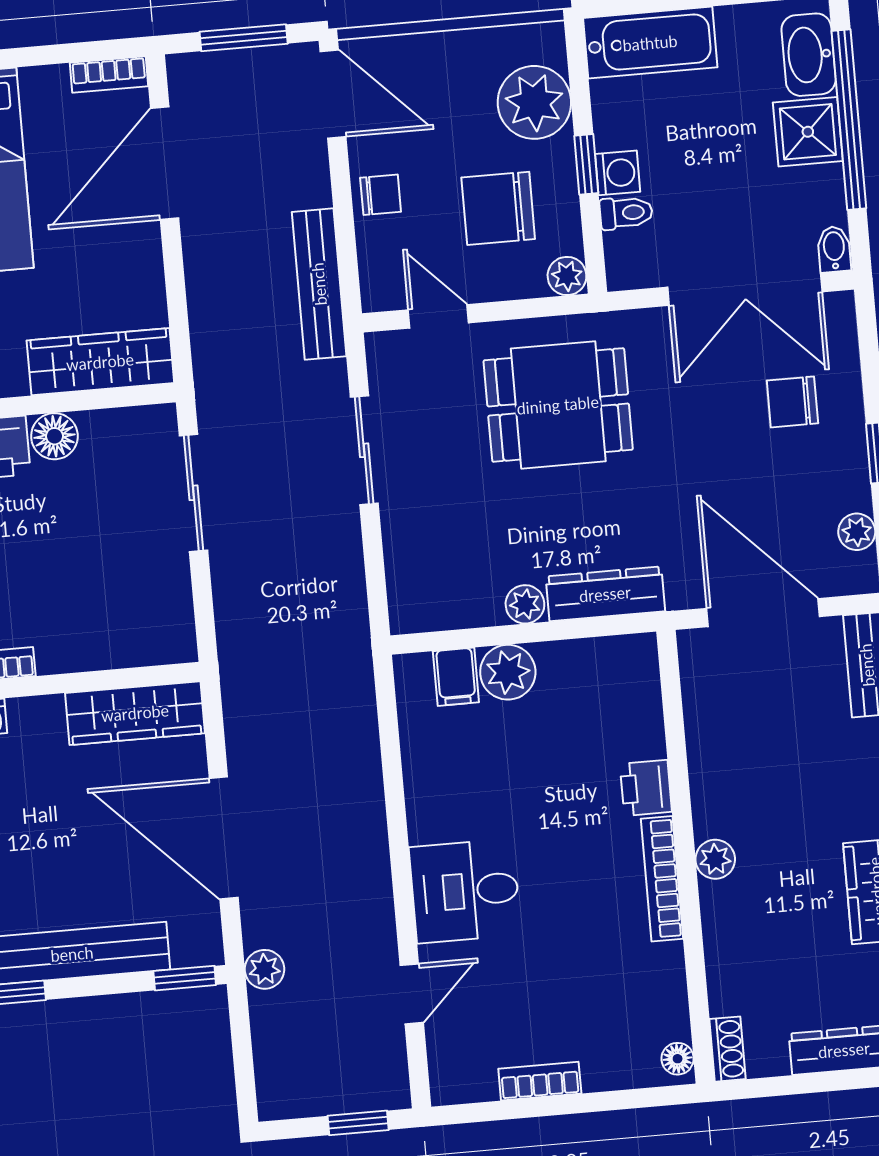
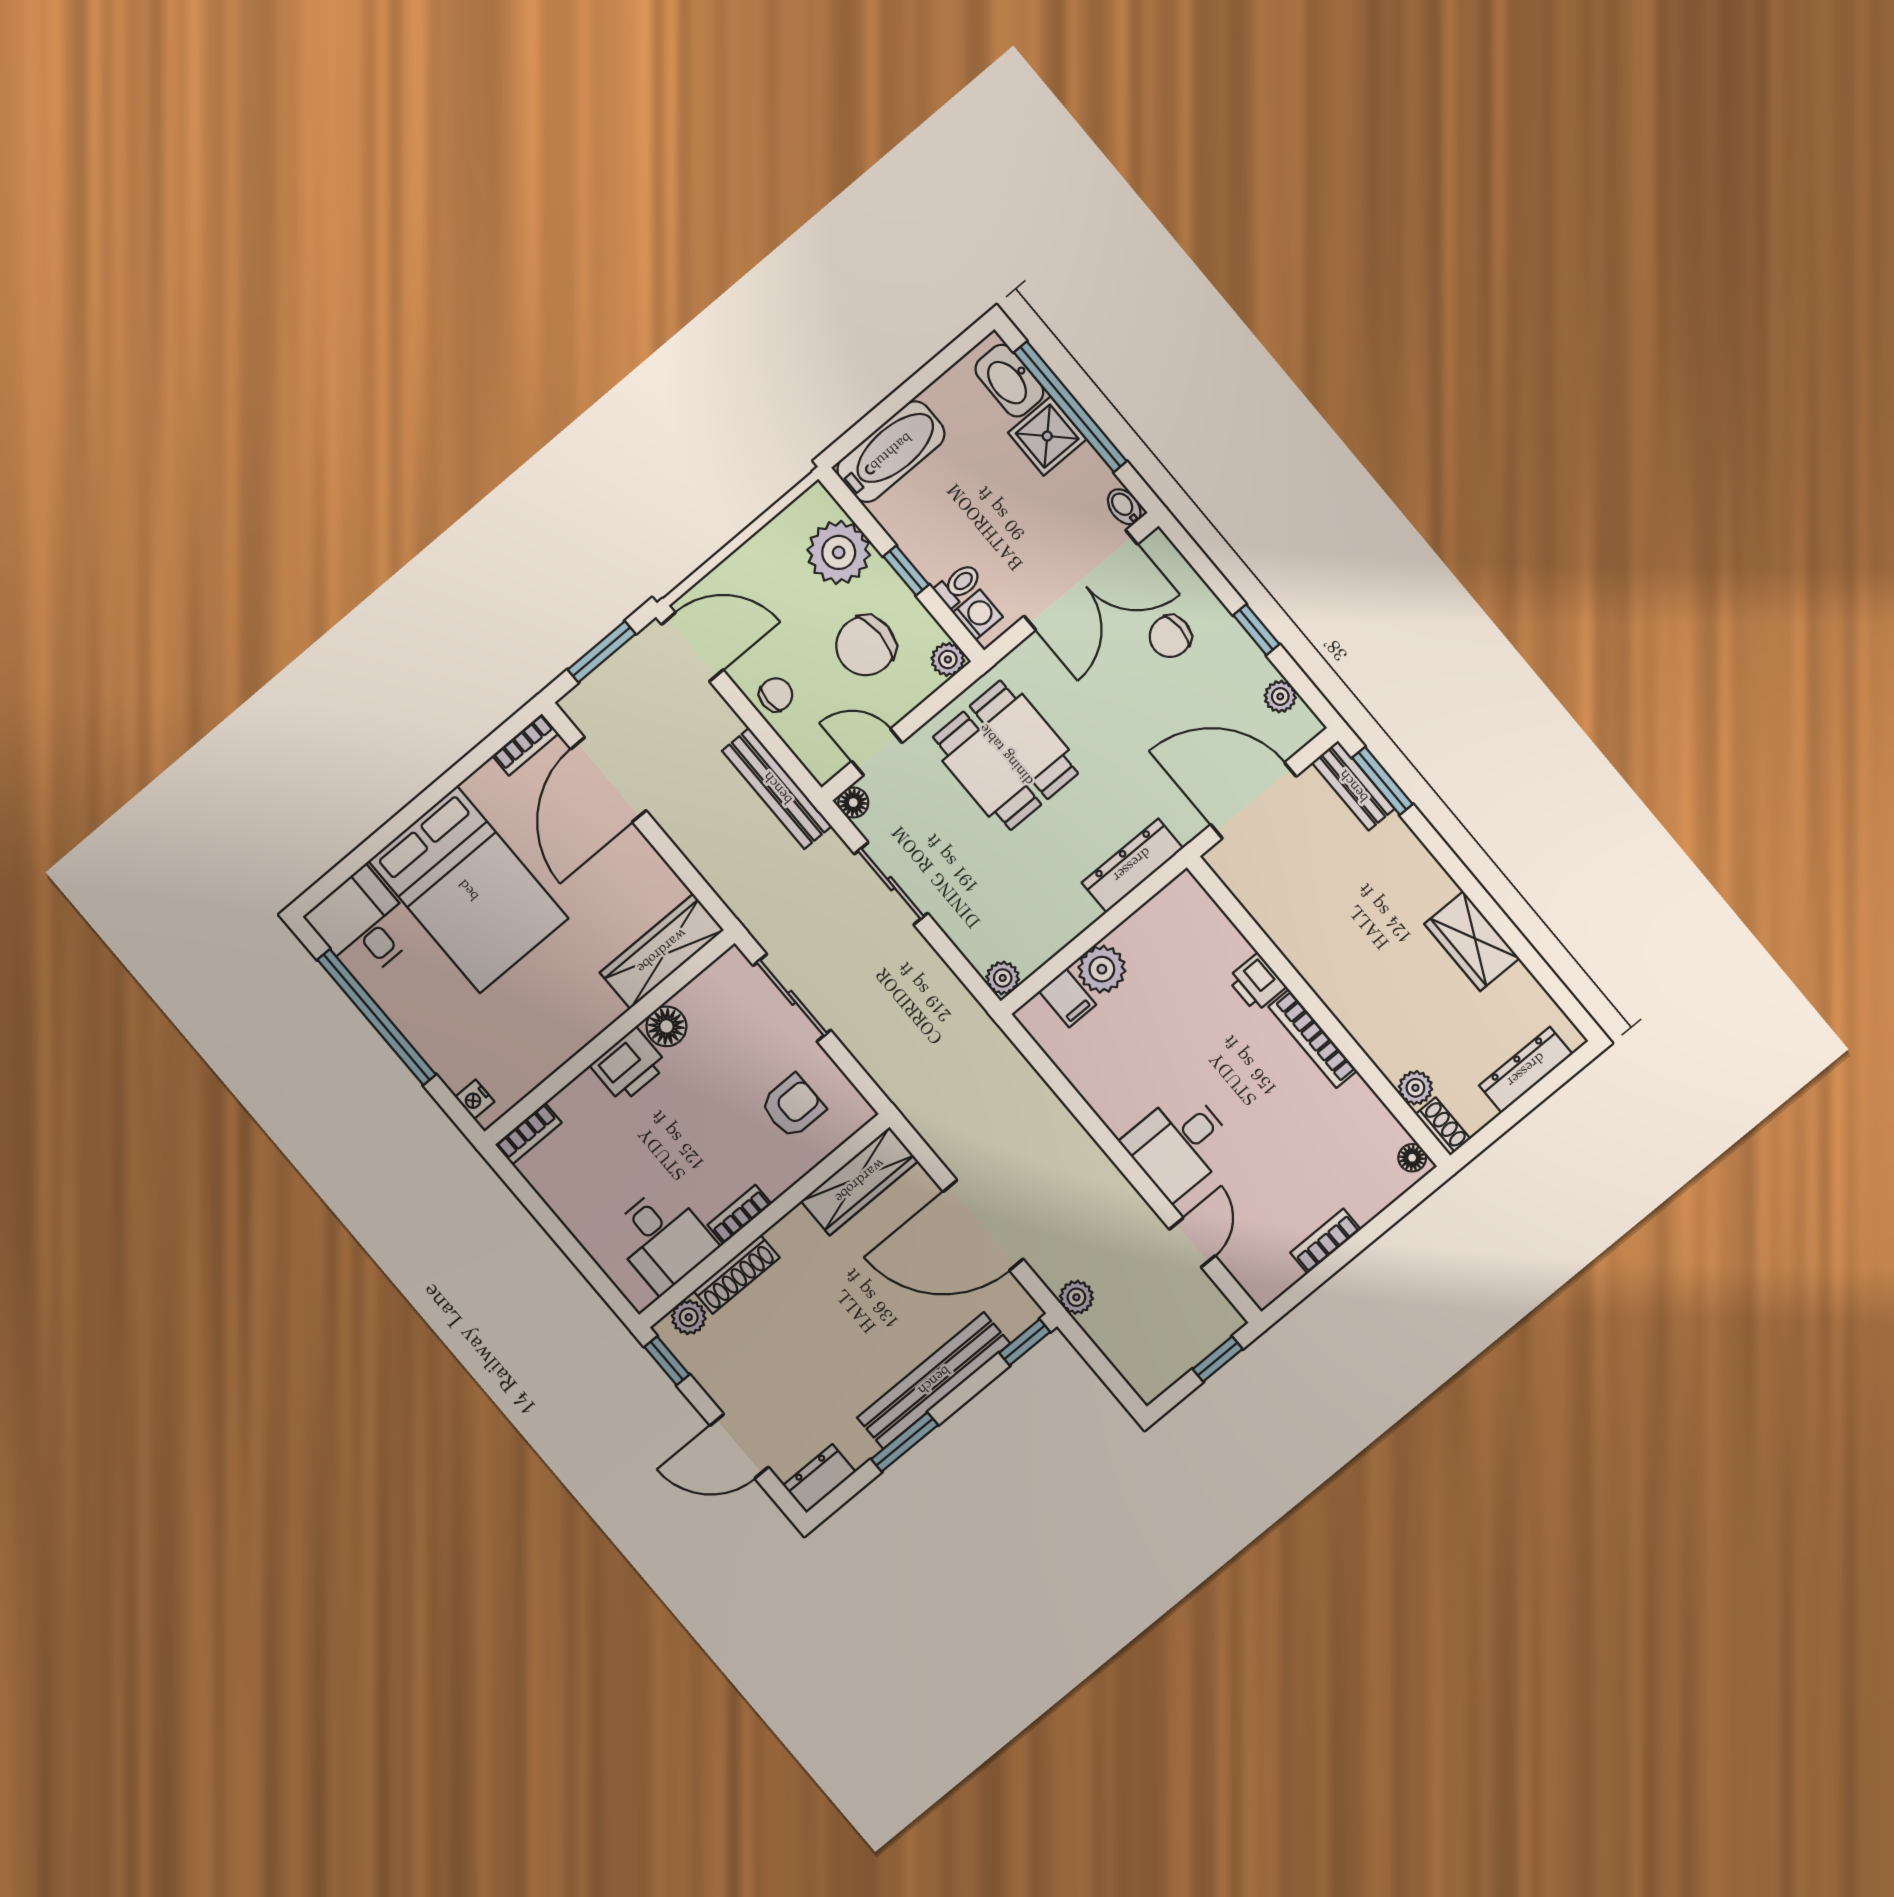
washing machine: (618, 173) -> (978, 615), moved
floor lamp: (382, 348) -> (853, 803), added
dining table: (558, 405) -> (1006, 755), turned 90
armchair: (122, 597) -> (793, 1106), added
plant: (525, 604) -> (1003, 978), moved
plant: (715, 859) -> (1415, 1088), moved

